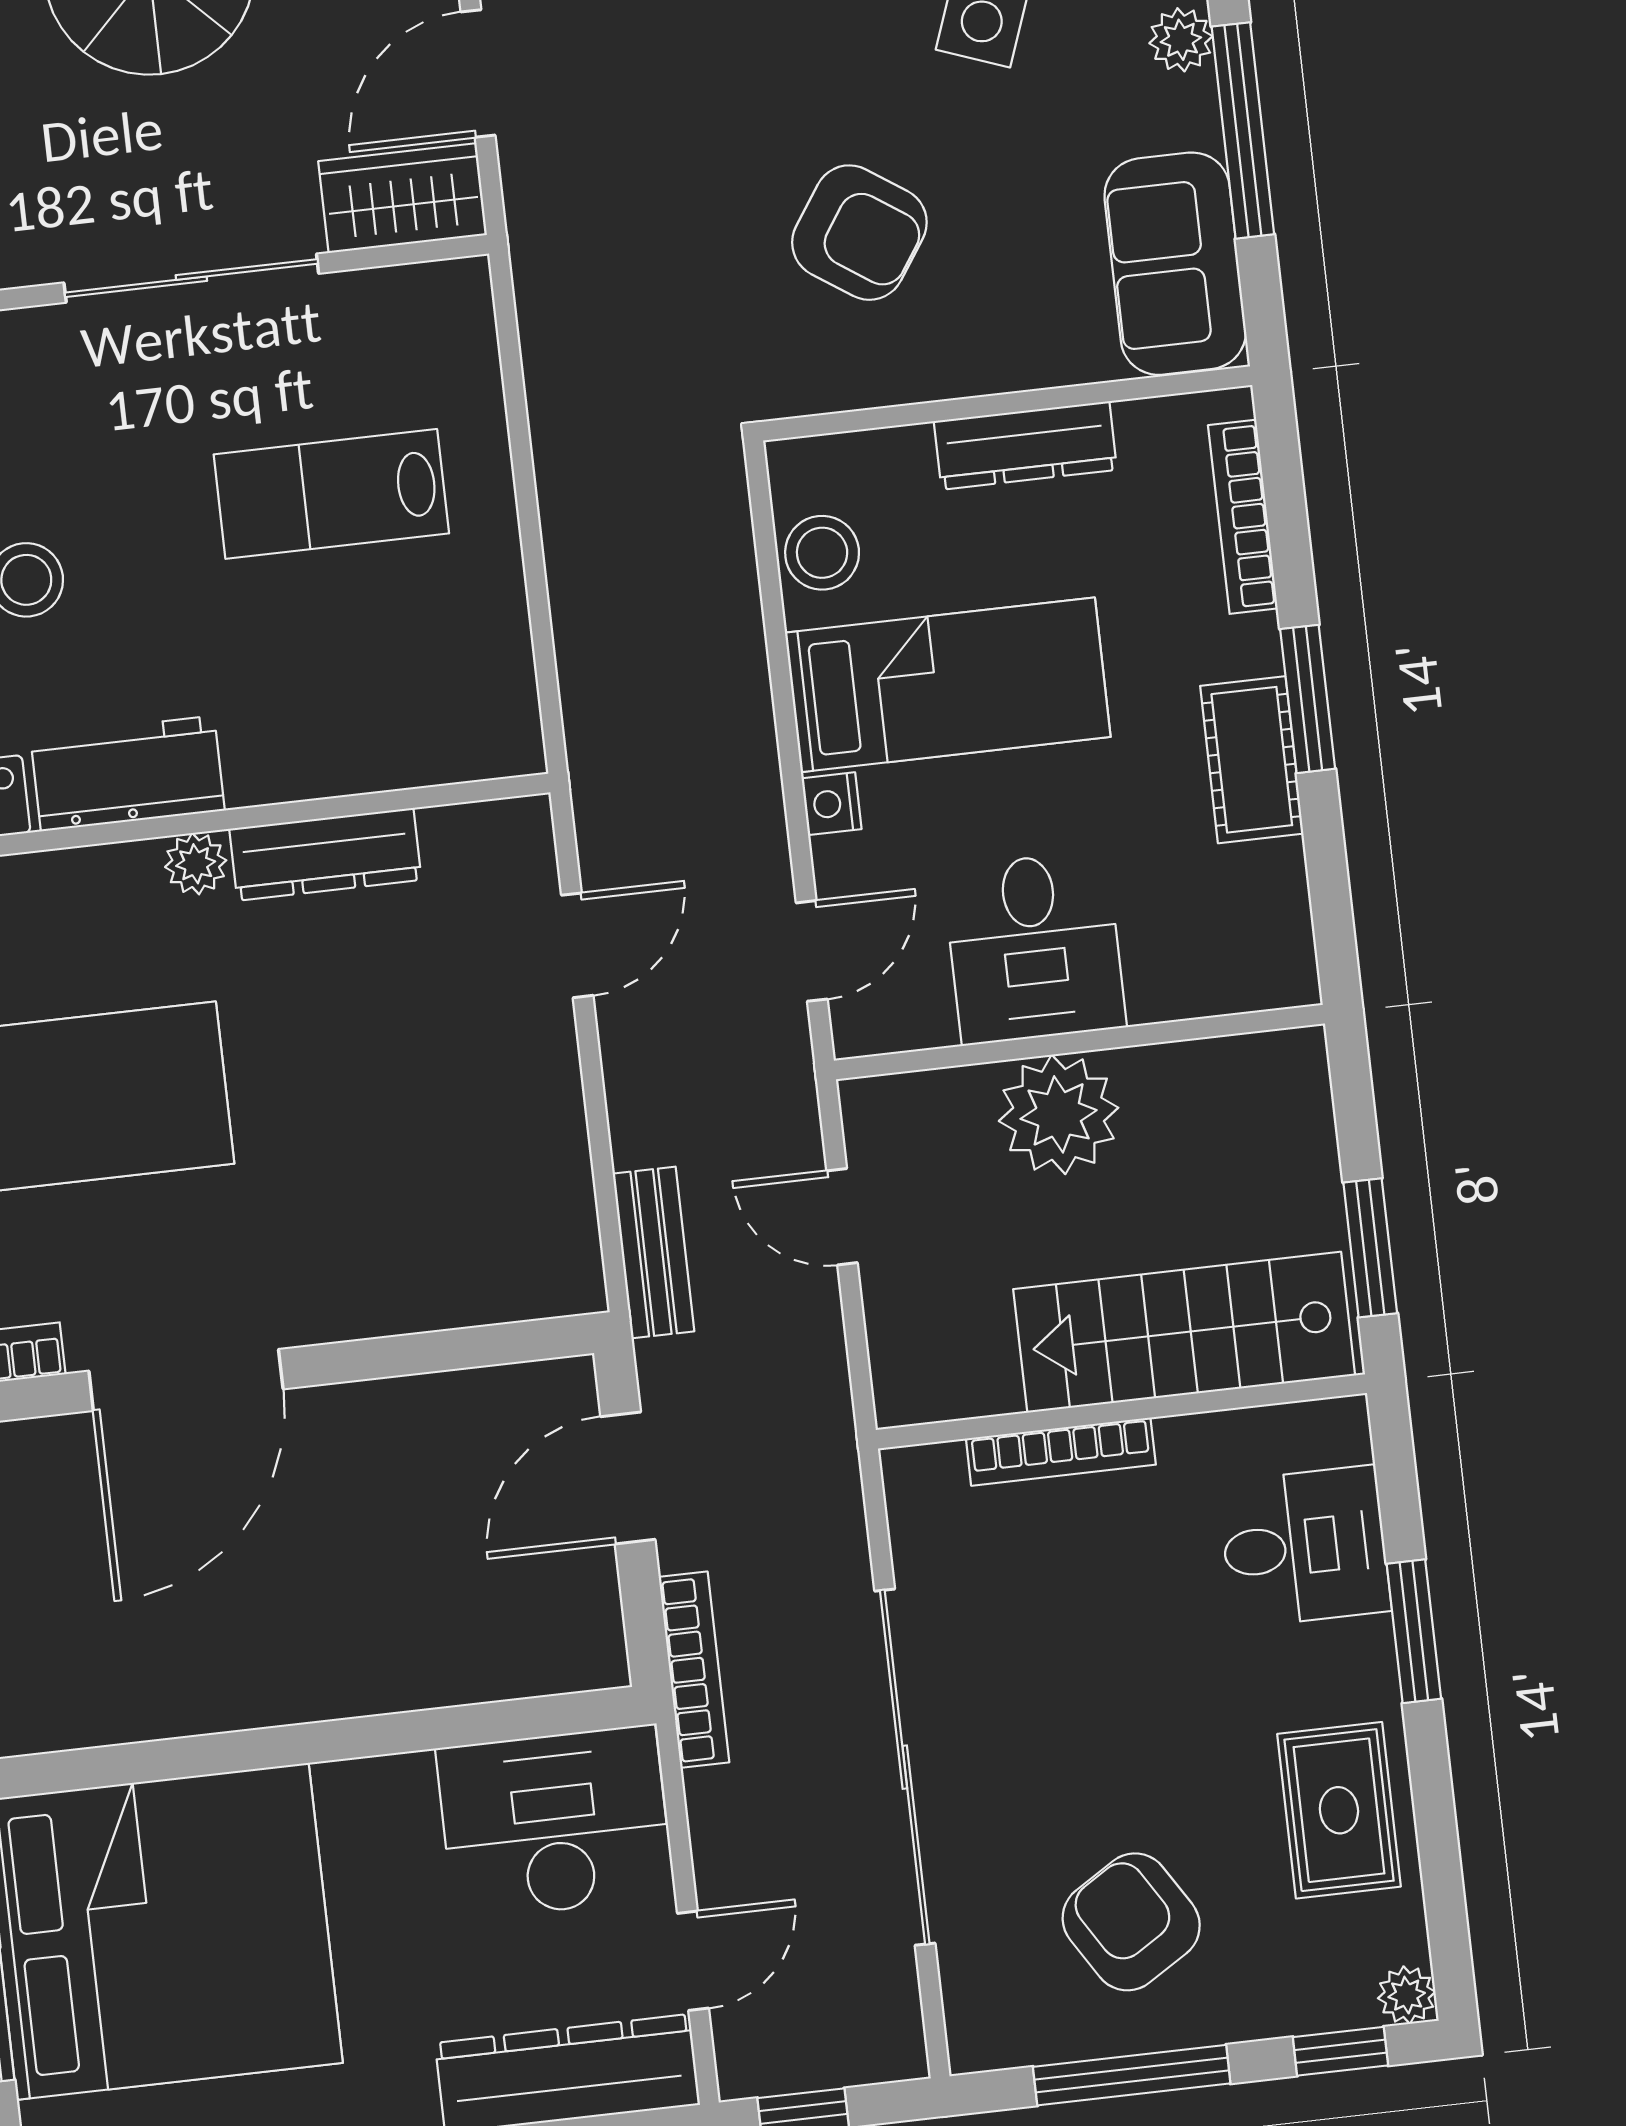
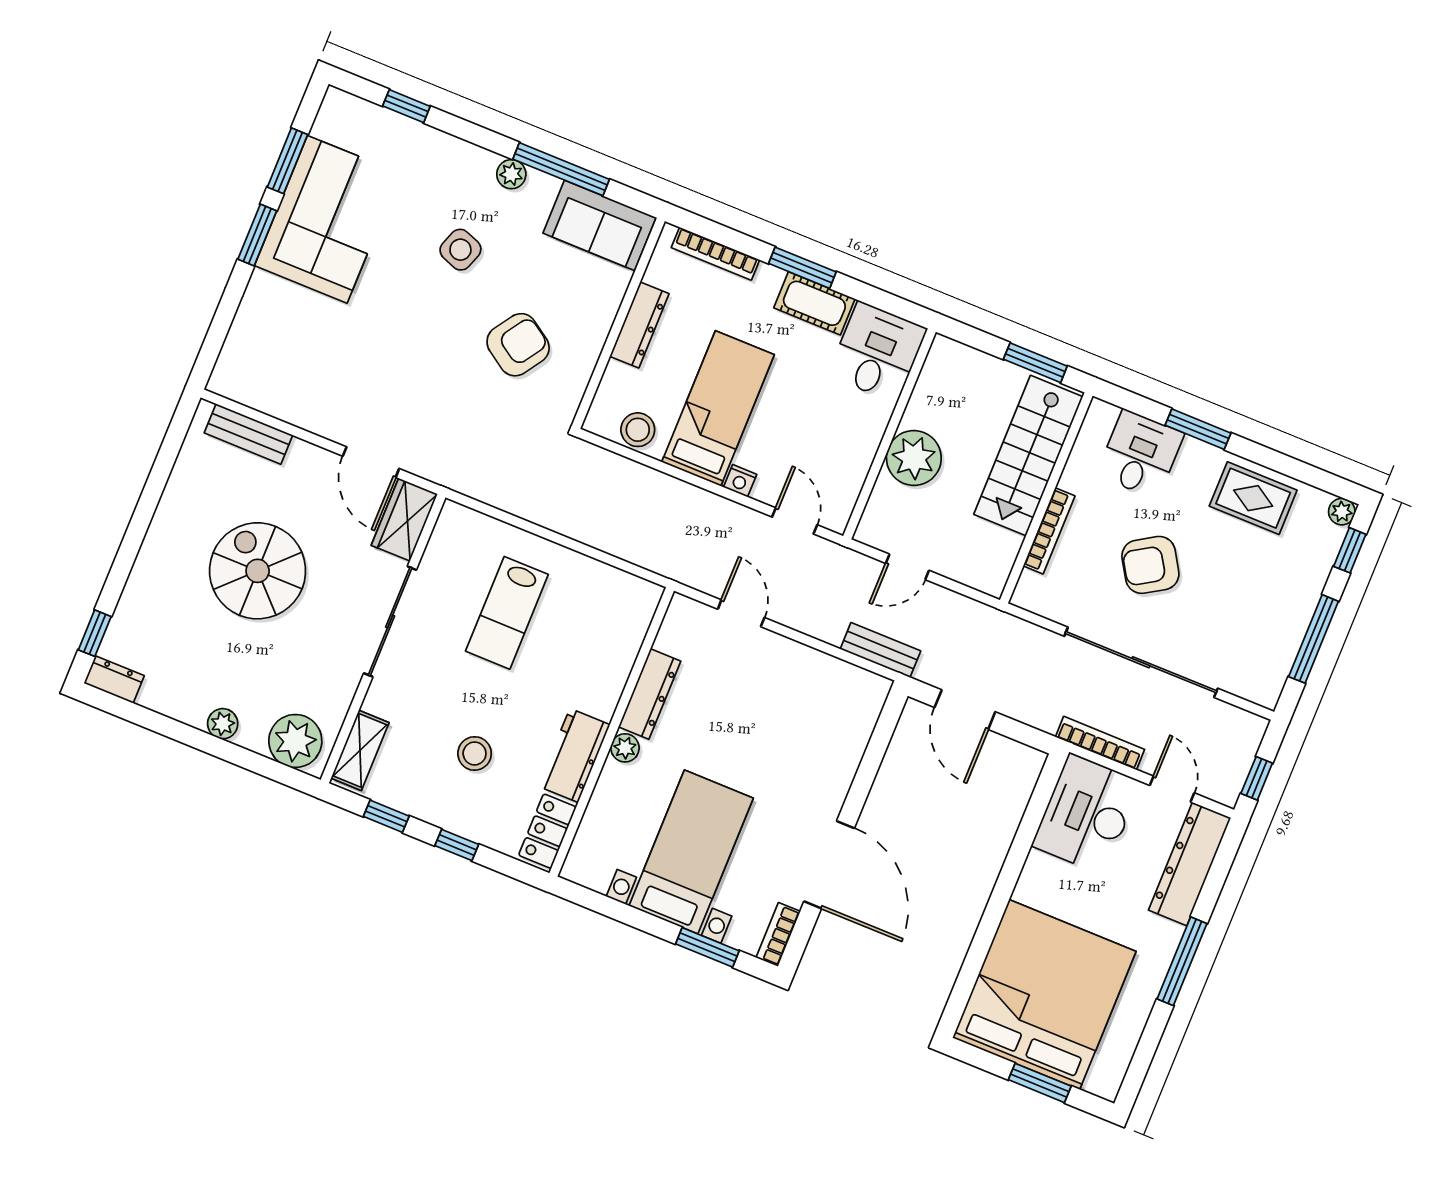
desk: (1034, 948) -> (877, 352), moved, turned -90
bookcase: (694, 1670) -> (1100, 743), moved
armchair: (1131, 1922) -> (1150, 565), moved

